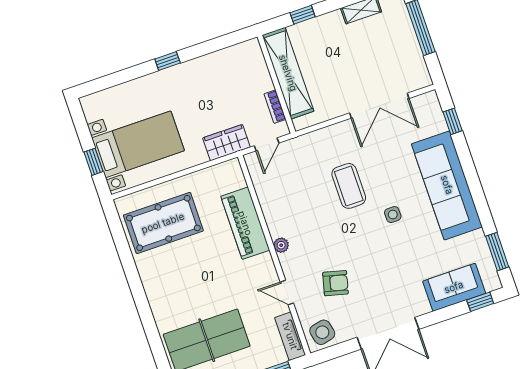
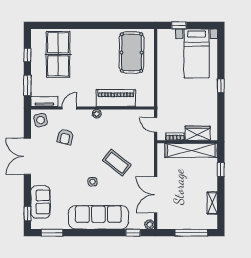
plant: (430, 99) -> (150, 224), added
wardrobe: (226, 143) -> (198, 133), moved, turned -90
bed with nightstands: (138, 144) -> (196, 53), moved
coffee table: (349, 186) -> (117, 163), turned 38

